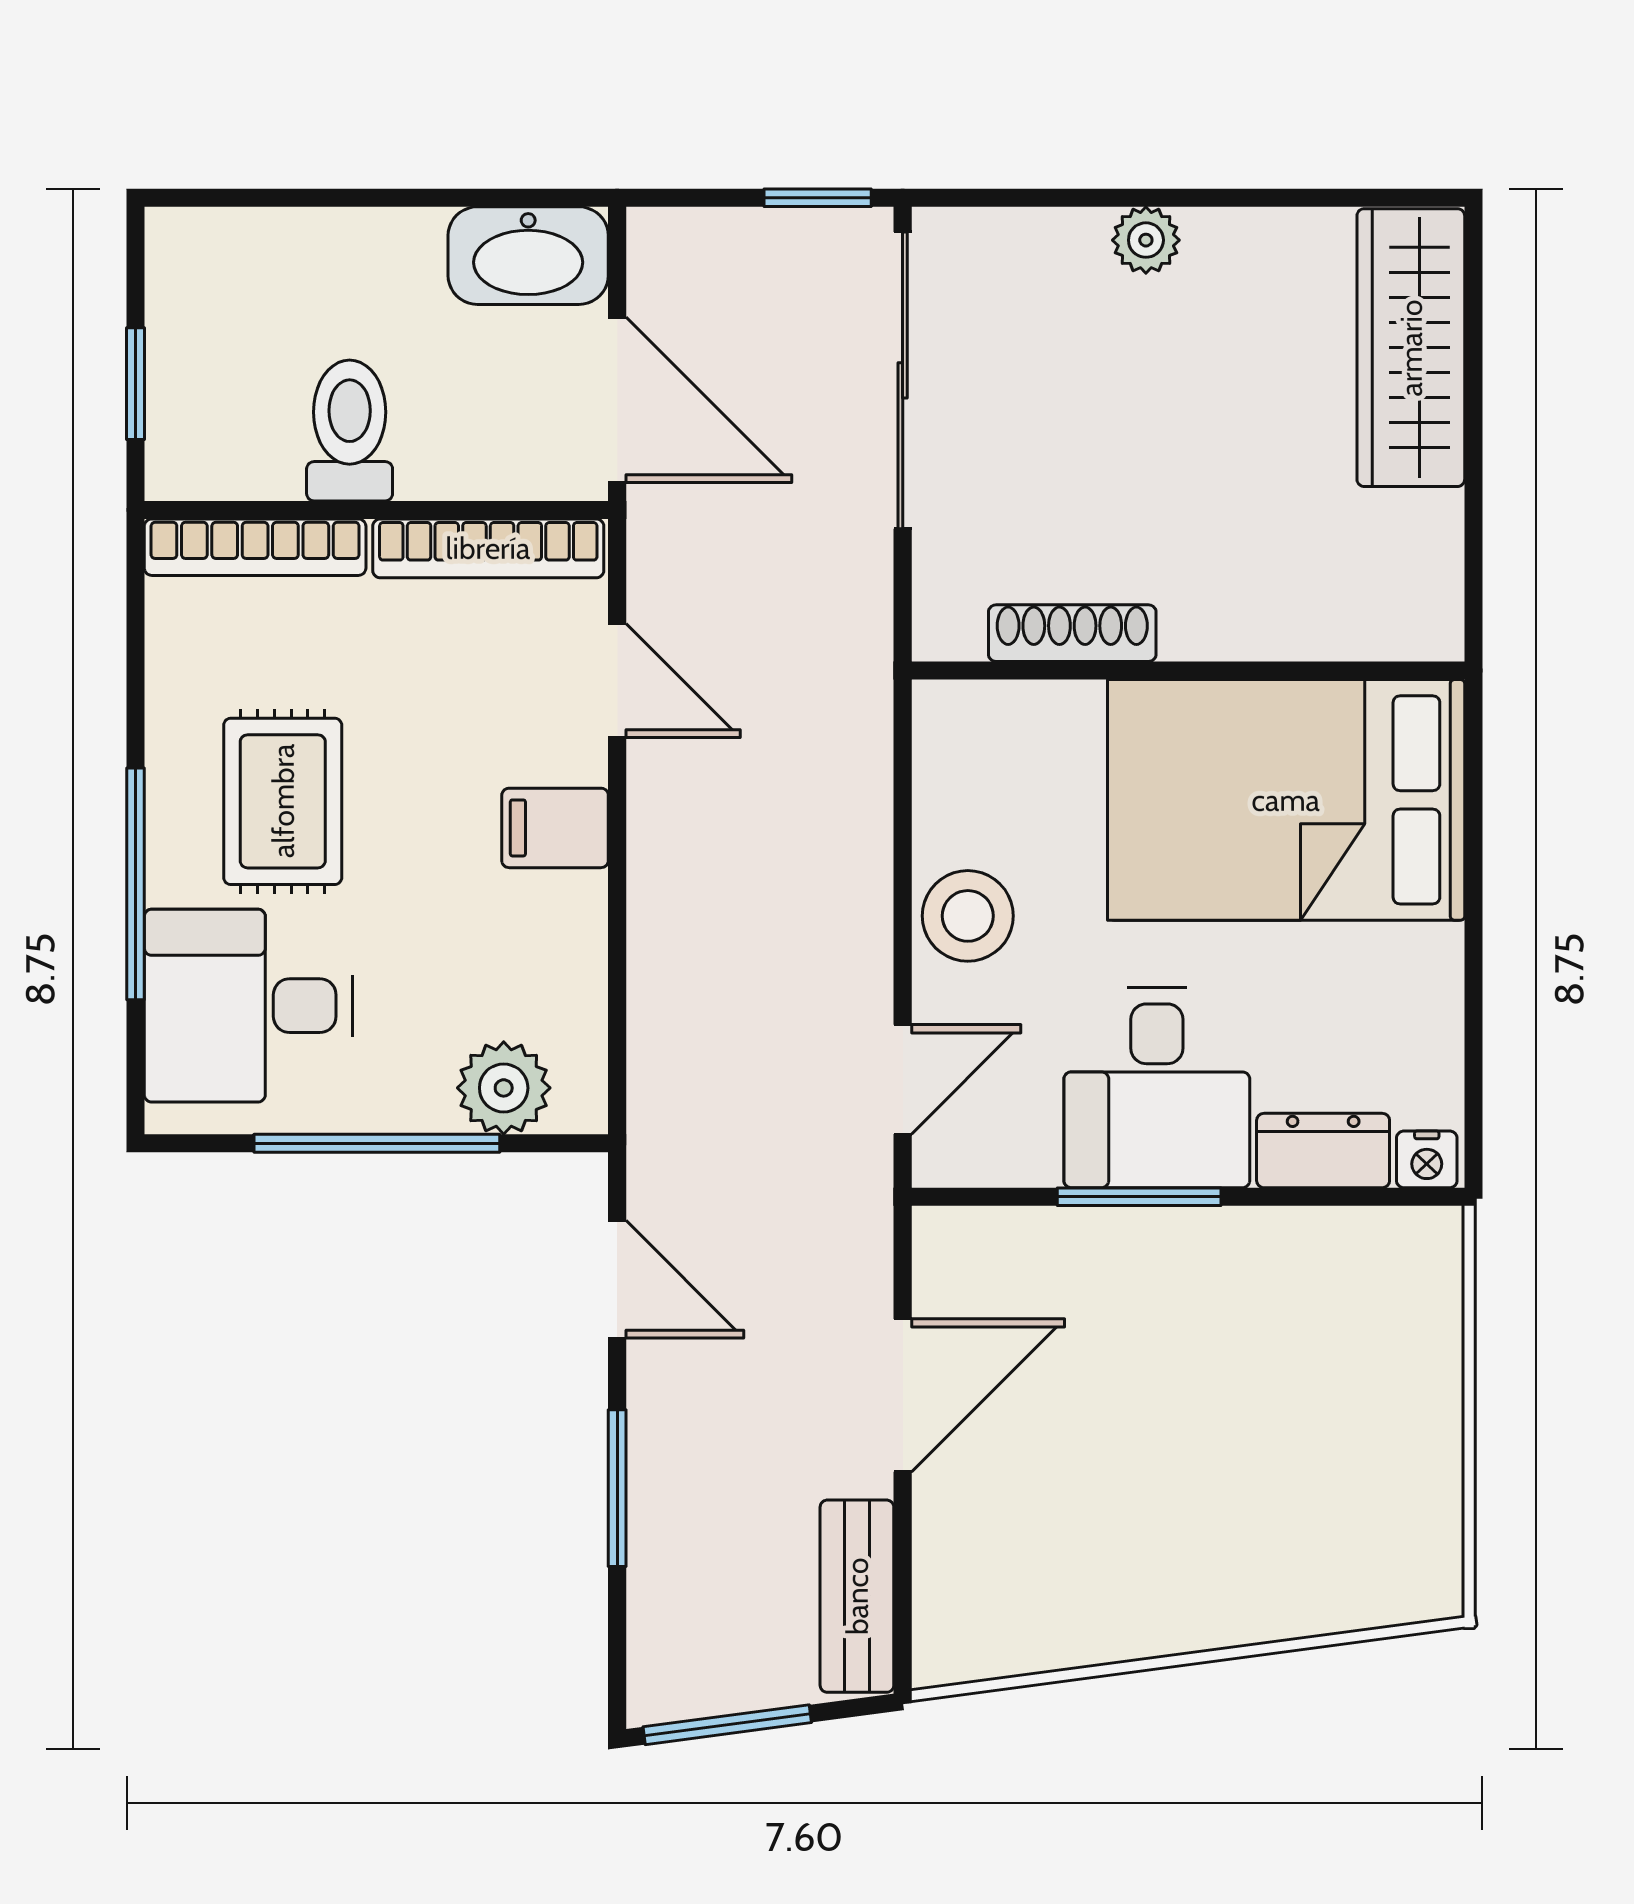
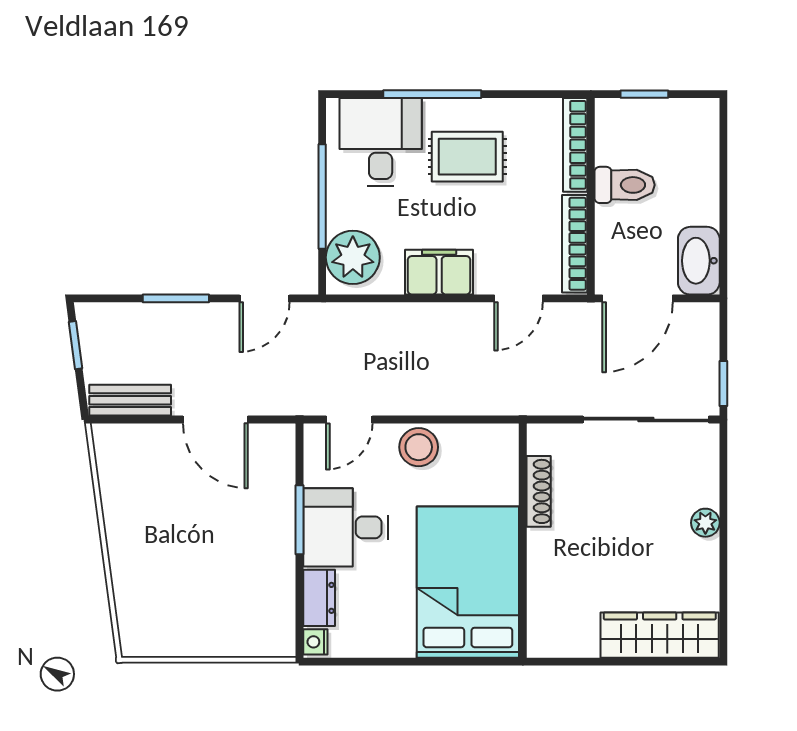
filing cabinet: (555, 828) -> (439, 272), width x2.00
door: (903, 1079) -> (349, 420), hinge flipped
plant: (504, 1088) -> (353, 257), width x1.36, depth x1.36
window: (727, 1725) -> (76, 345), width x0.67

